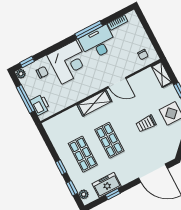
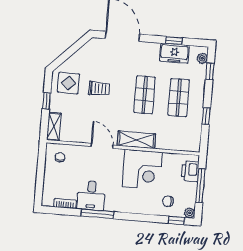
desk: (98, 43) -> (91, 196), width x0.73
corner desk: (69, 62) -> (142, 169), moved, turned 180
window: (61, 167) -> (206, 116), moved

